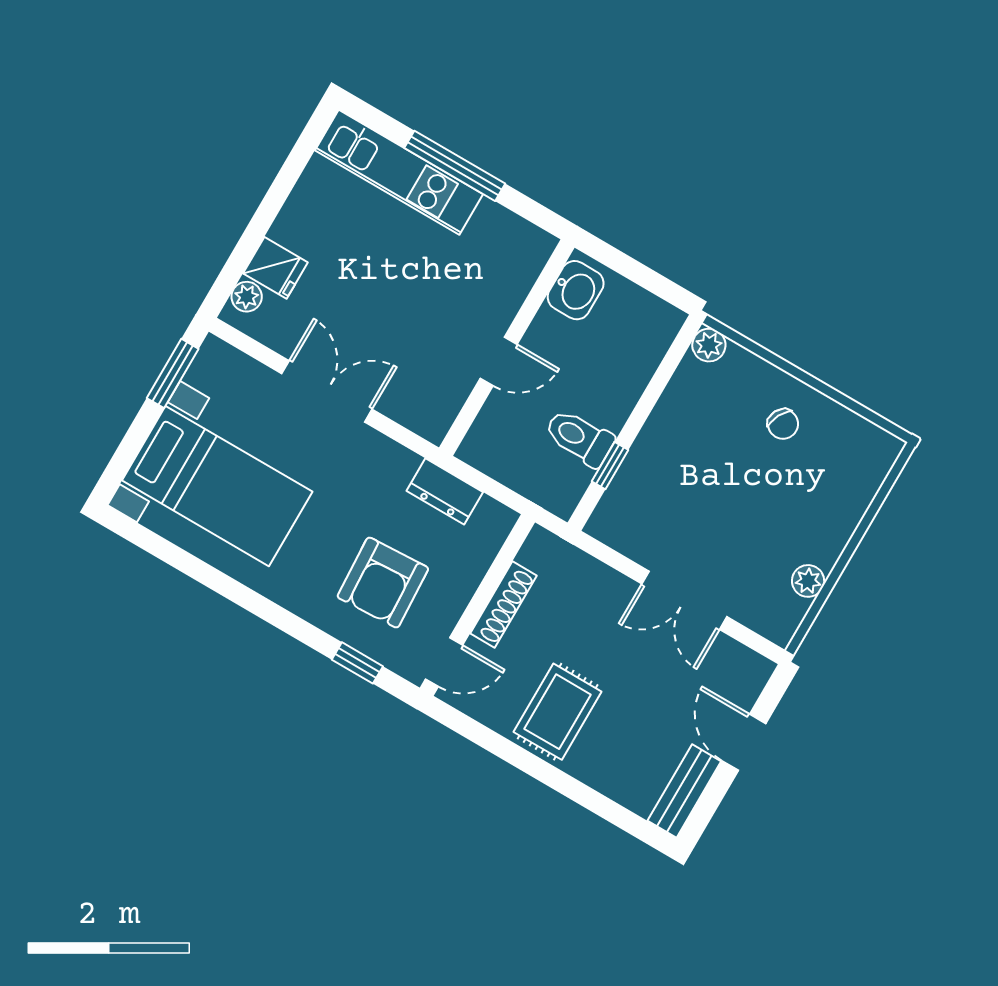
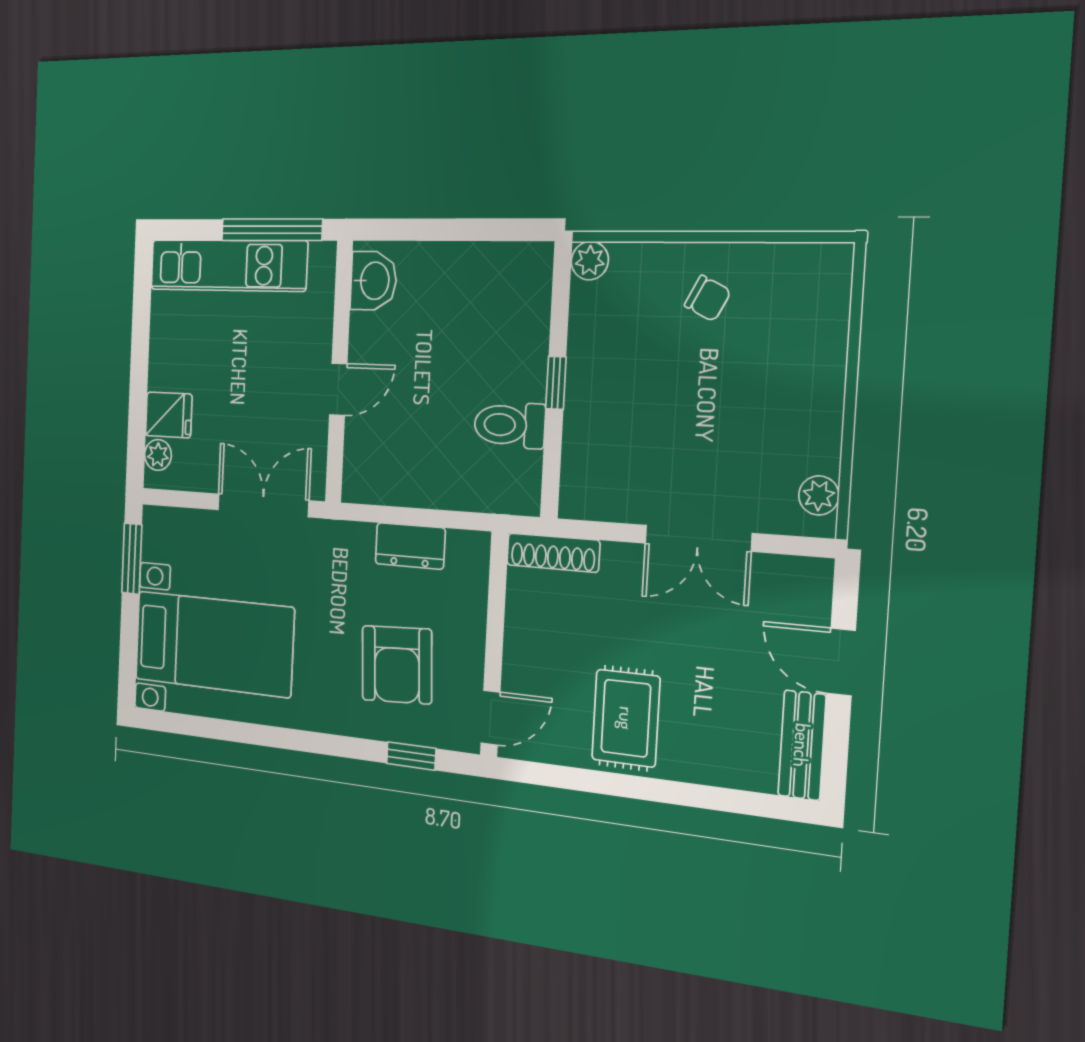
washbasin: (576, 290) -> (373, 281), moved
wall: (507, 348) -> (339, 372), moved
door: (499, 361) -> (338, 389), moved
window: (610, 466) -> (556, 383), moved
plant: (808, 581) -> (819, 495), moved
shoe rack: (503, 605) -> (553, 553), moved, turned 90

